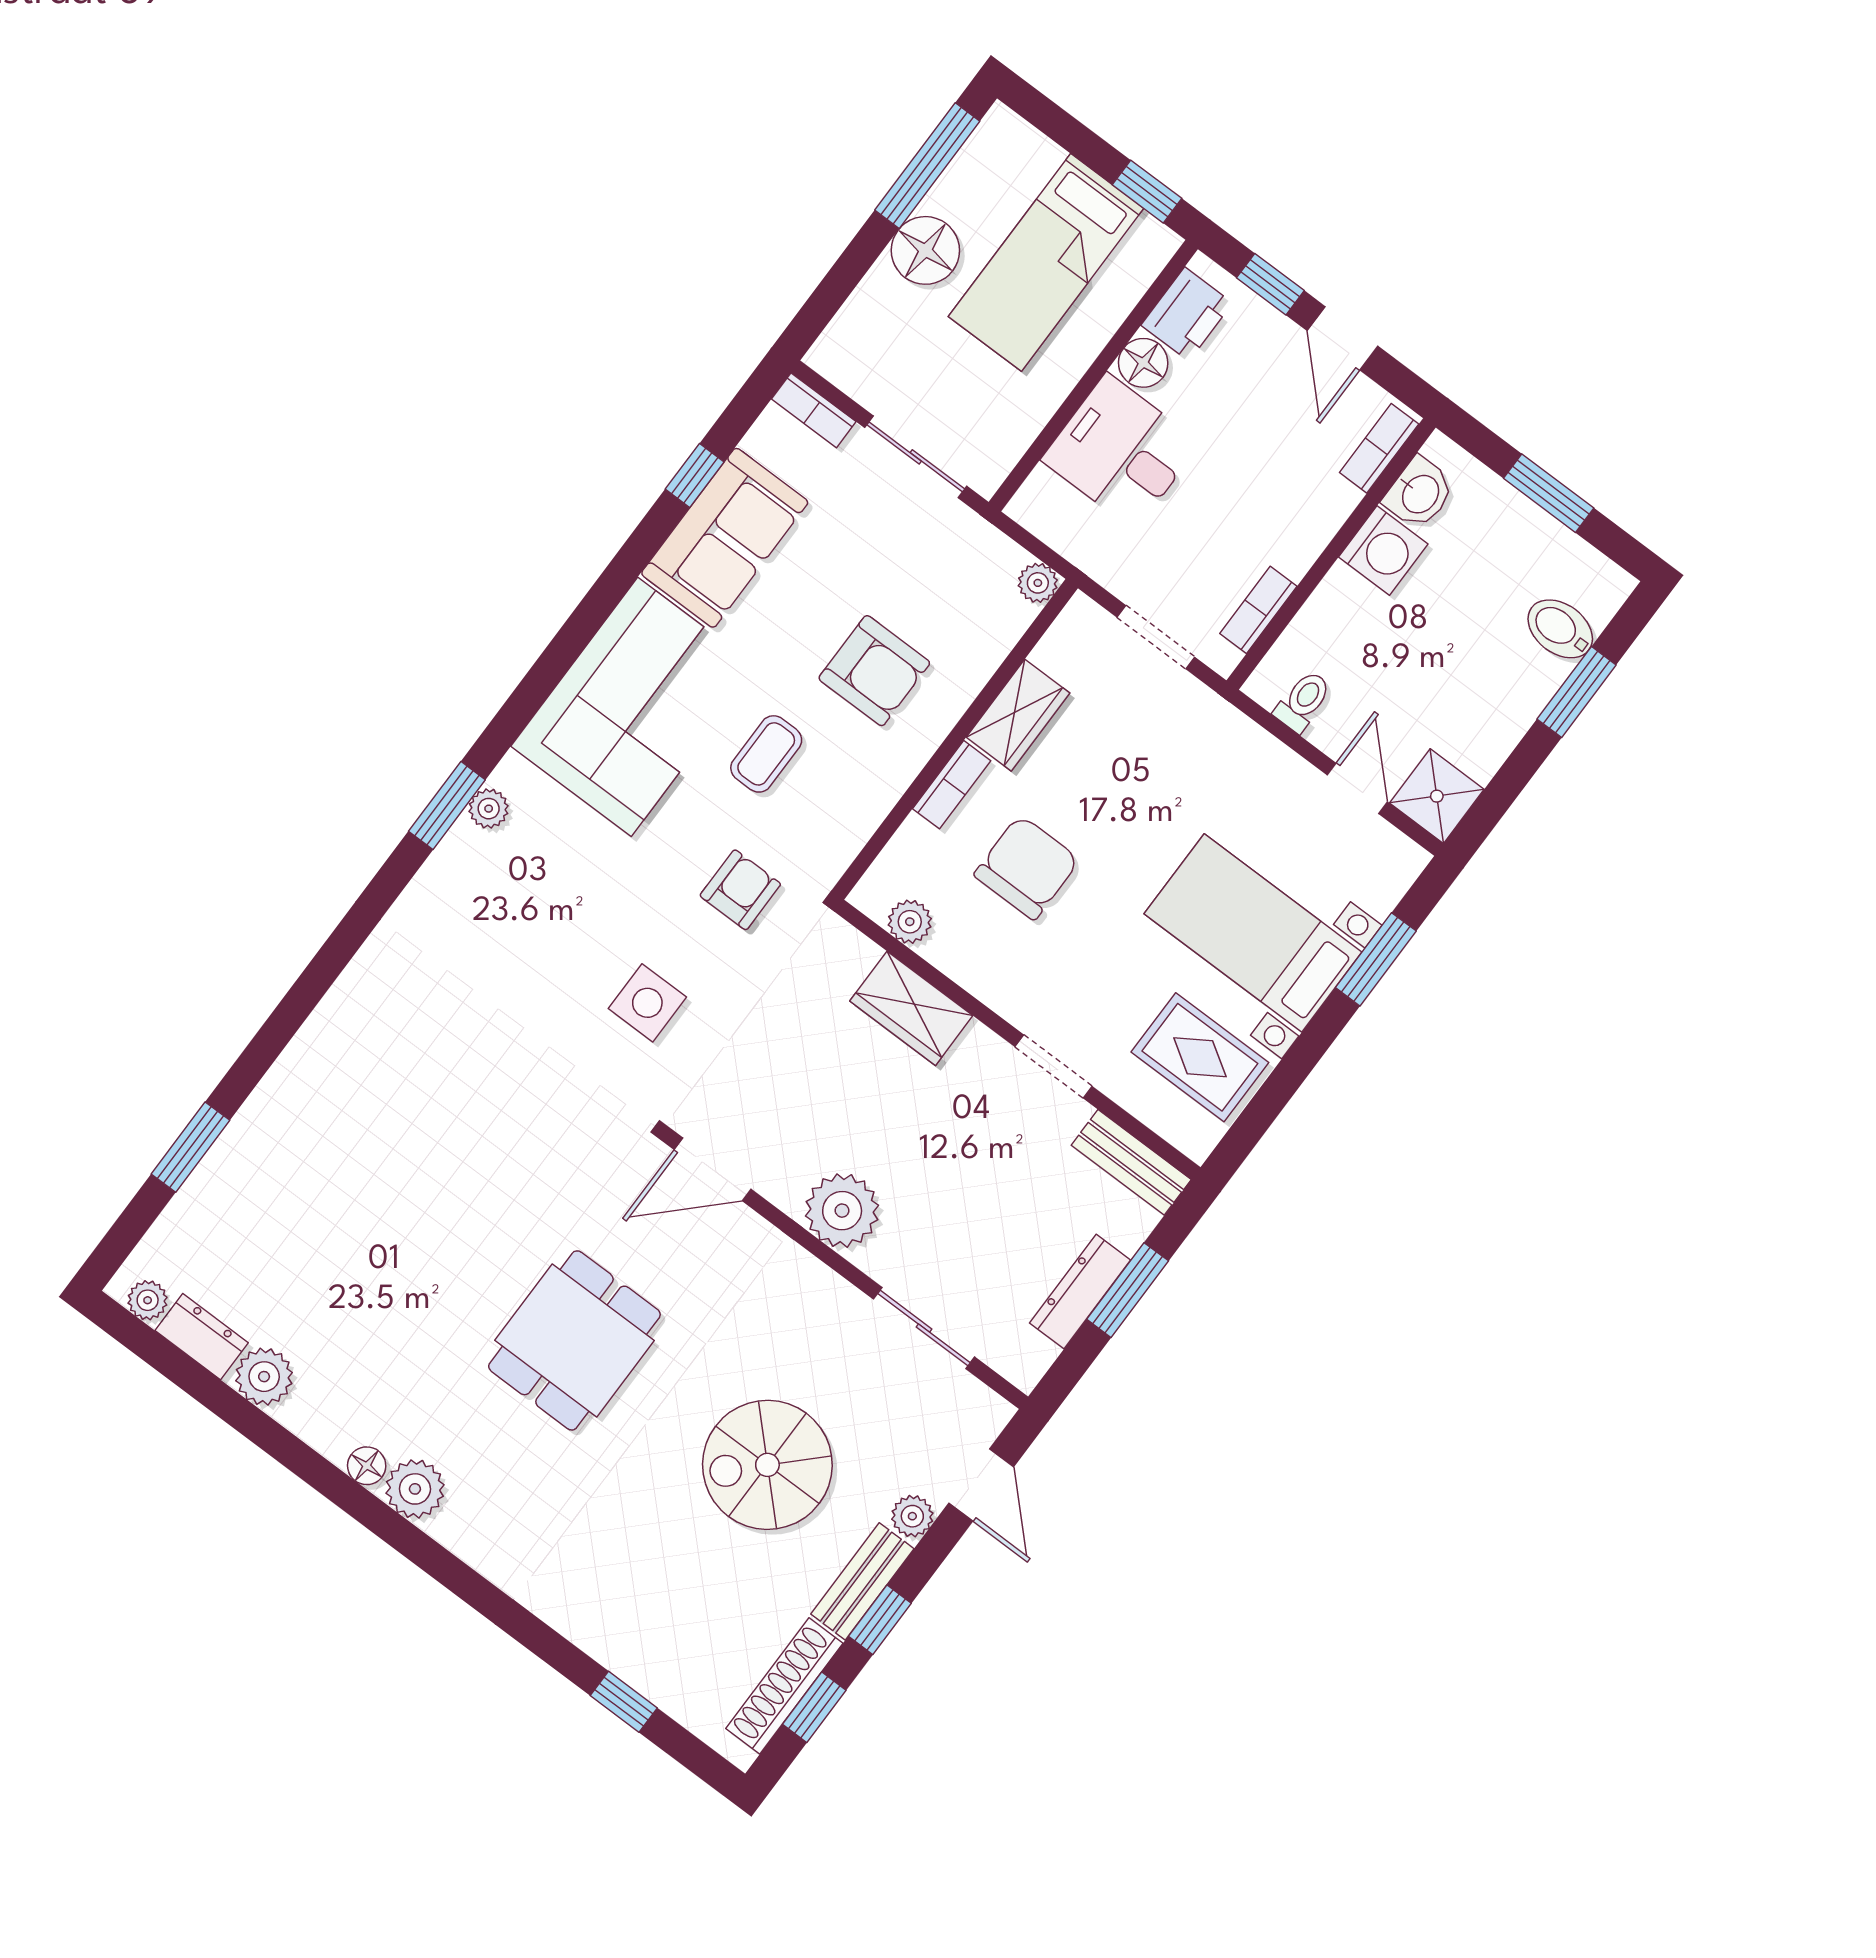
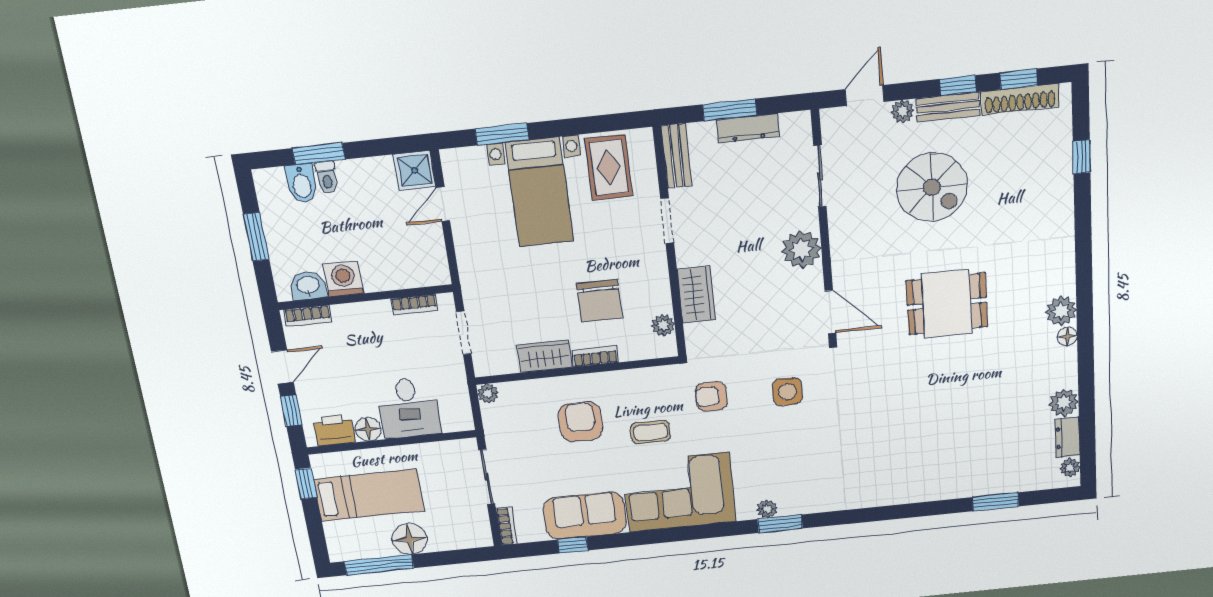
toilet: (1303, 701) -> (327, 177), moved, turned -90
chair: (1027, 867) -> (599, 301), turned -90

